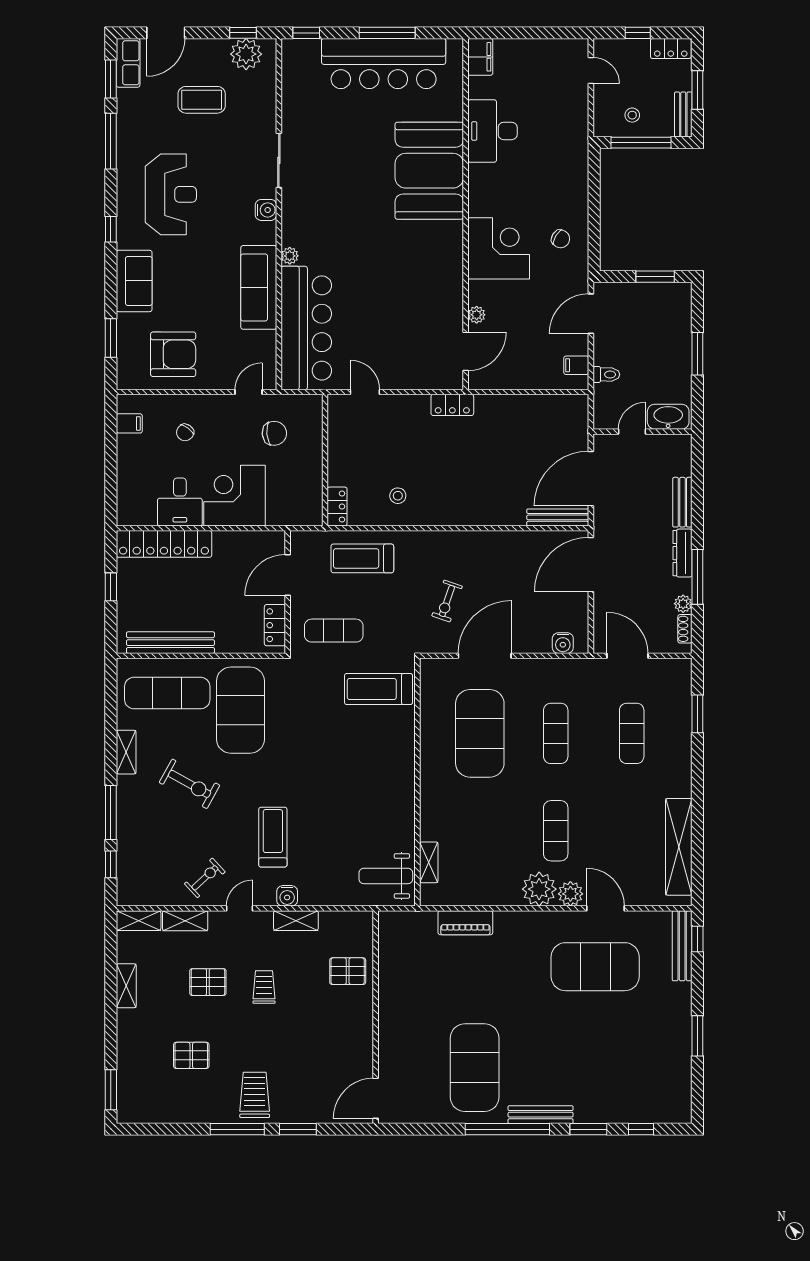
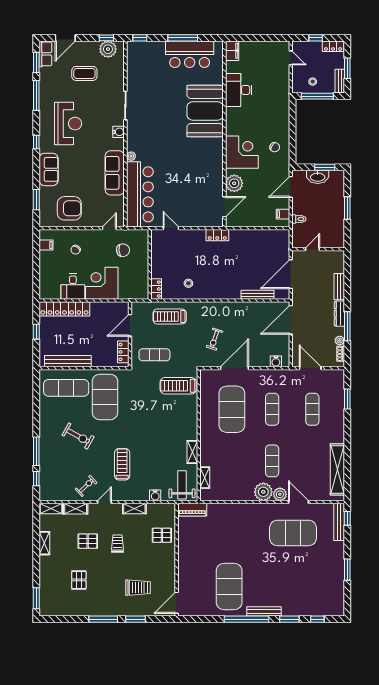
bar counter: (384, 64) -> (190, 54), width x0.73
plant: (477, 315) -> (234, 183), width x1.88, depth x1.88
washbasin: (668, 417) -> (318, 177), moved, turned 180
bench: (558, 517) -> (257, 295), moved
shelving: (126, 752) -> (192, 452), moved
weight bench: (386, 876) -> (182, 485), turned 90
water cooler: (287, 896) -> (155, 495), moved
piano: (465, 923) -> (192, 510), moved
pallet: (191, 1055) -> (79, 580), turned 90
trolley: (255, 1095) -> (138, 588), moved, turned 90

